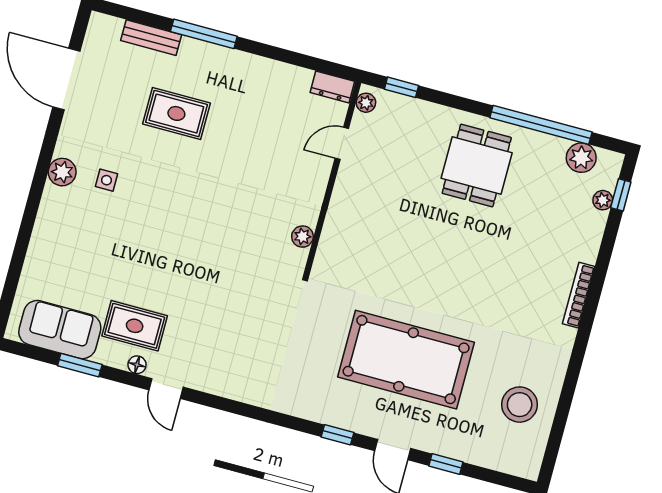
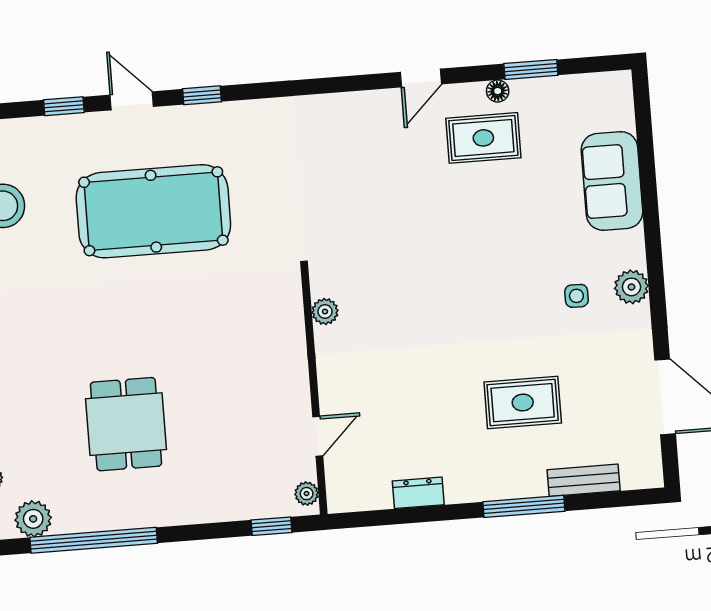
dresser: (332, 87) -> (418, 493), moved
dining table: (477, 165) -> (126, 424), moved
sofa: (60, 330) -> (612, 181), moved, turned 90
floor lamp: (137, 365) -> (498, 91), moved
door: (166, 388) -> (421, 78), swing flipped

